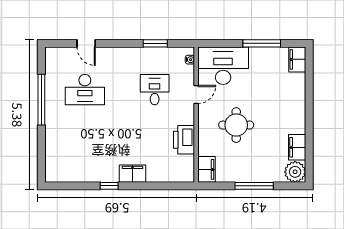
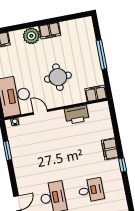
desk: (155, 90) -> (91, 190), moved, turned 180
filing cabinet: (297, 147) -> (50, 31), moved
plant: (295, 172) -> (31, 36), moved

